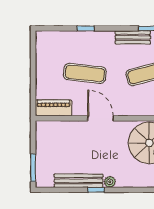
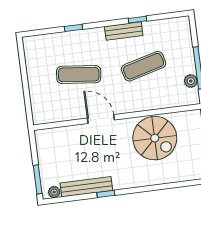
piano: (53, 108) -> (51, 115), removed
plant: (110, 182) -> (54, 192), moved

